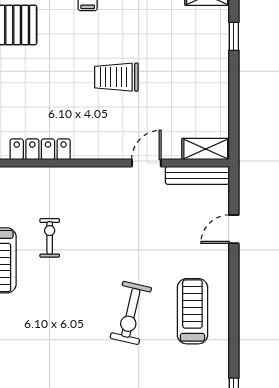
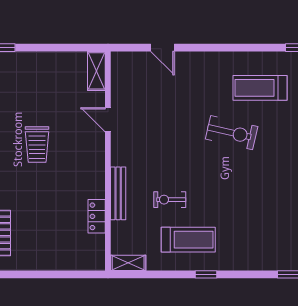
locker: (40, 149) -> (97, 216), width x0.66
bench: (197, 175) -> (118, 193), moved
treadmill: (192, 311) -> (260, 88), moved

